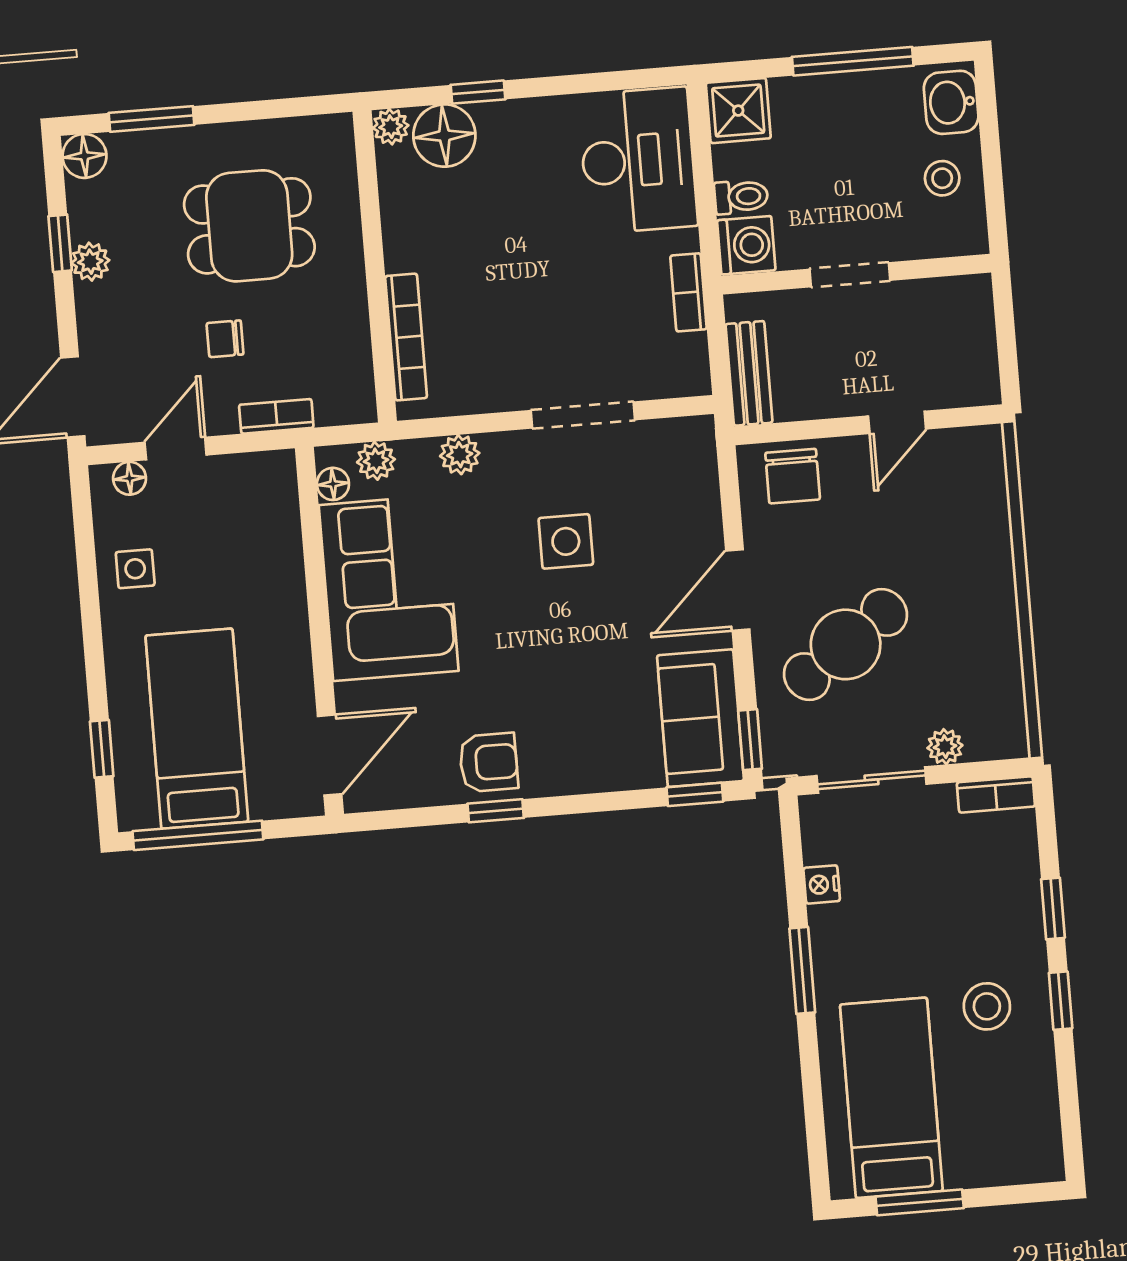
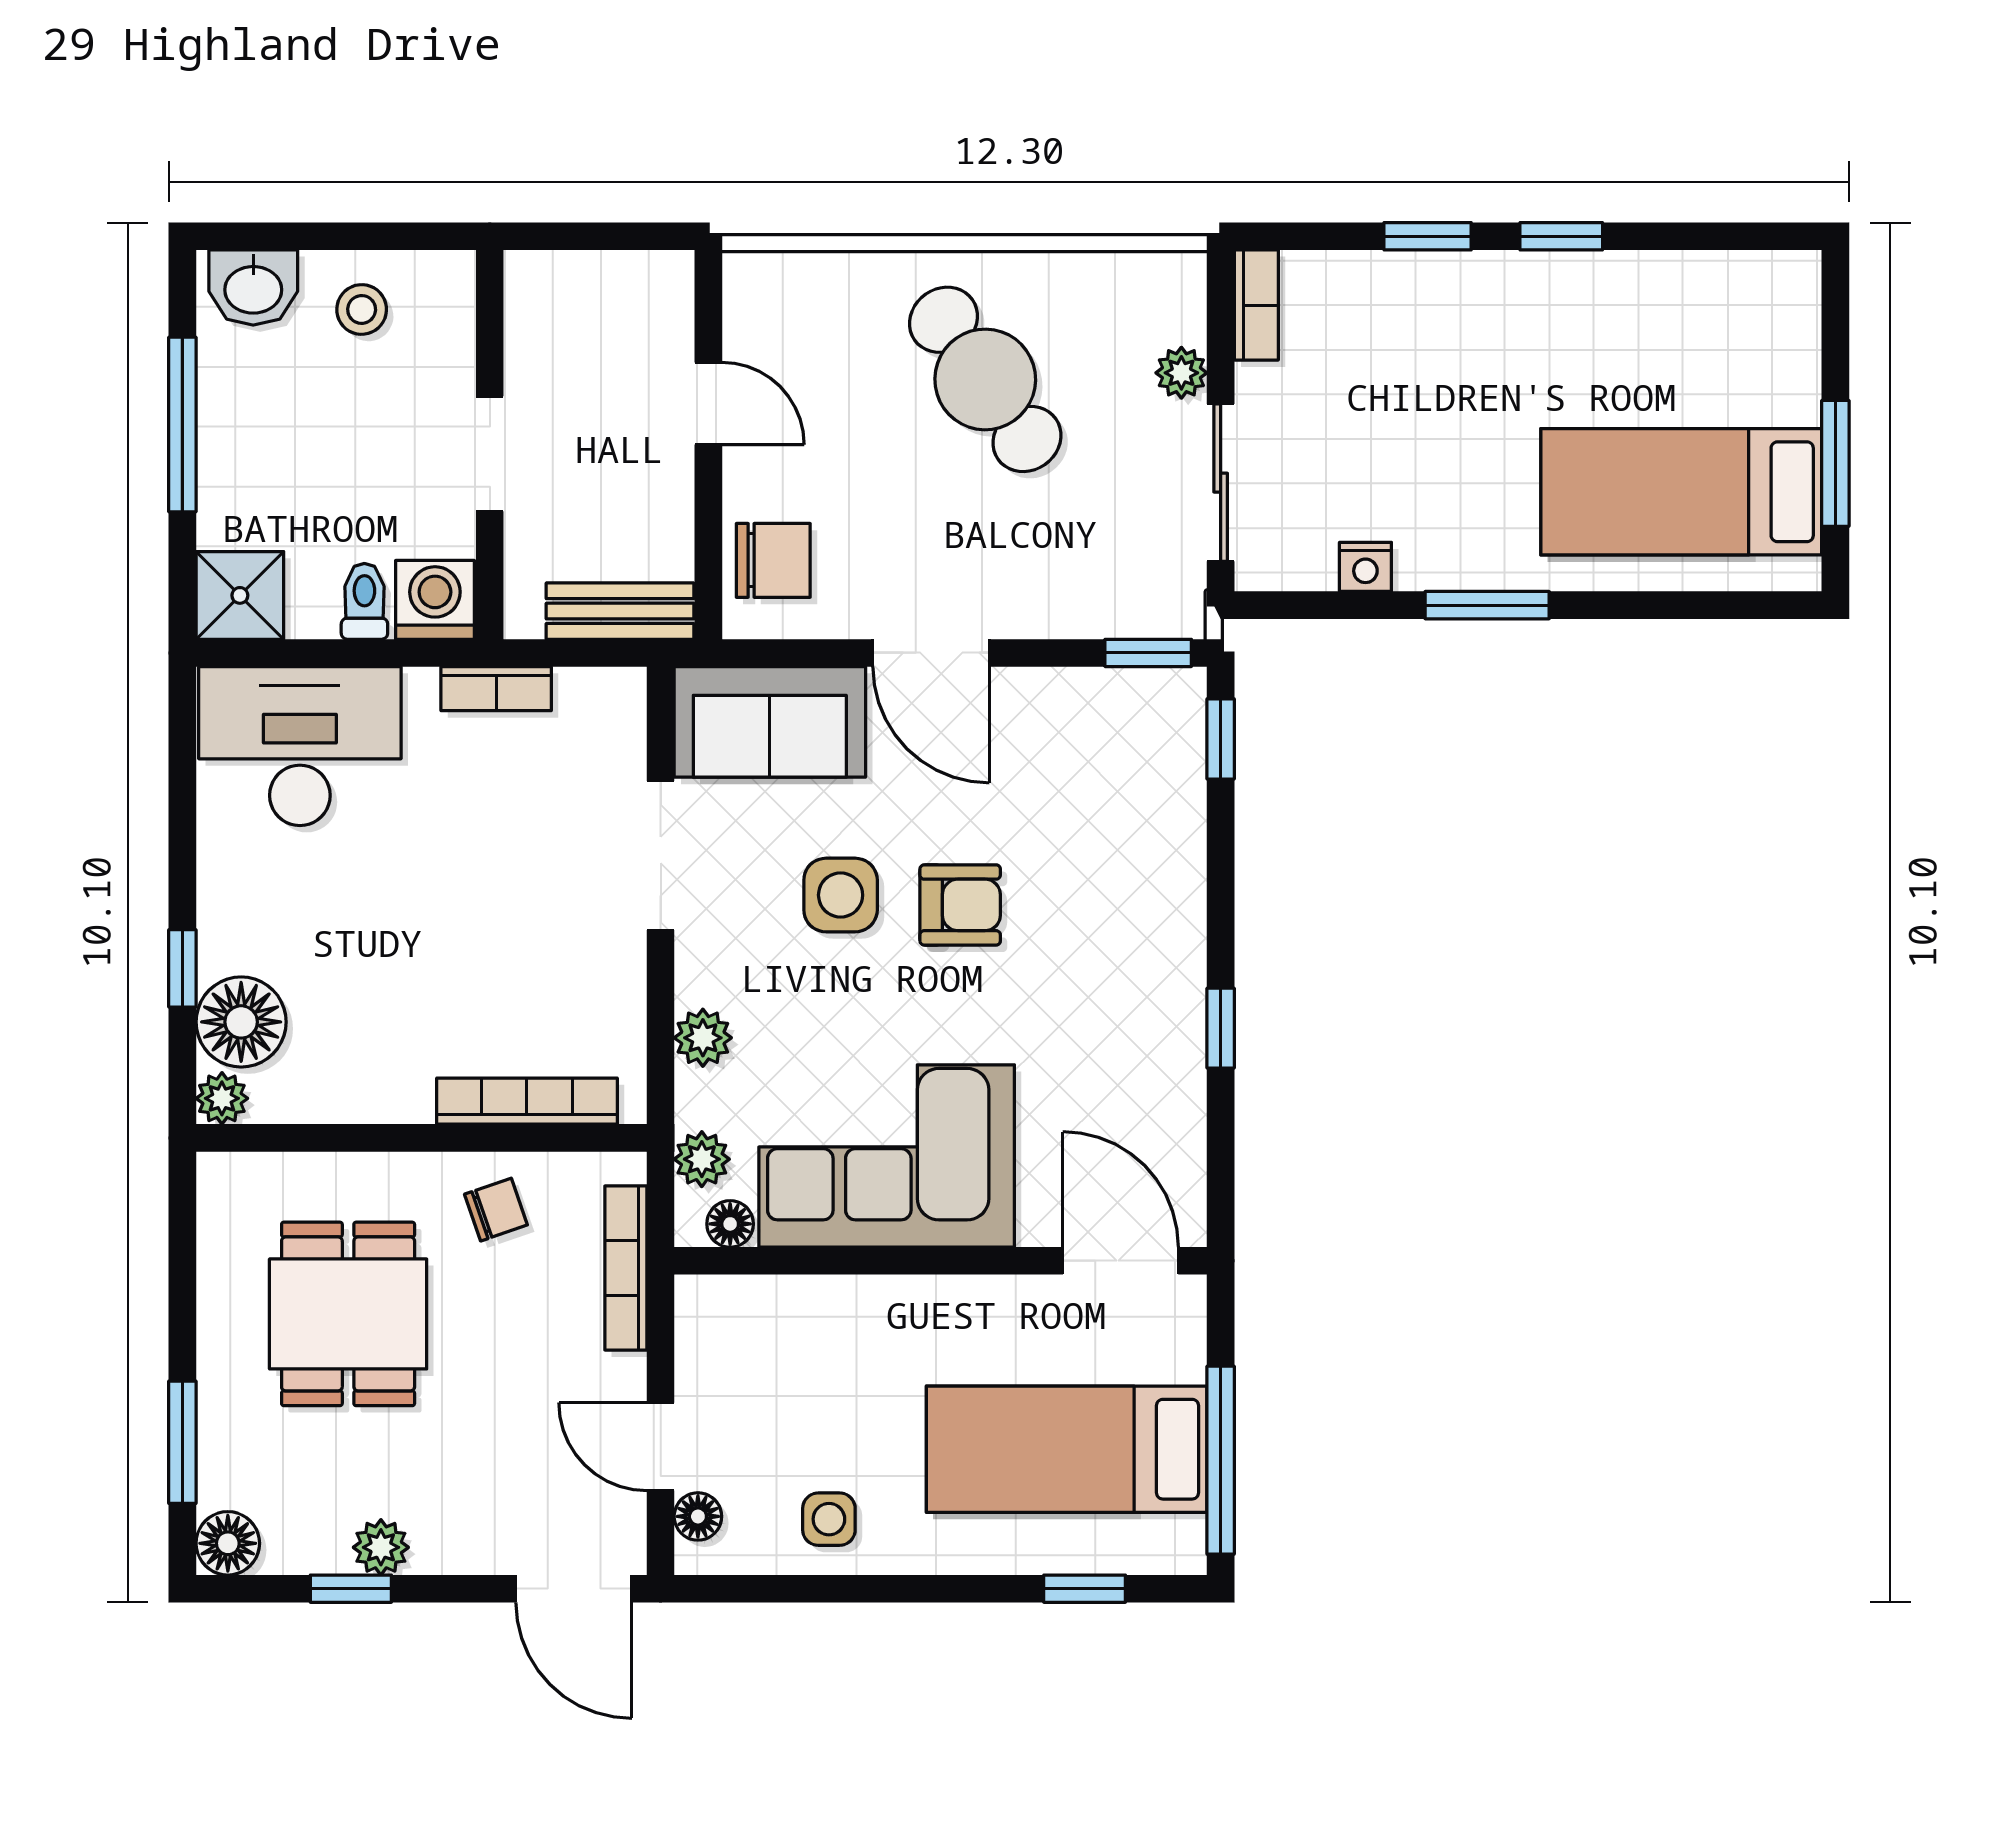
chair: (225, 339) -> (496, 1210), moved, turned -109
bookcase: (276, 416) -> (626, 1268), width x1.56
cafe table: (846, 644) -> (985, 379), moved
sofa: (700, 718) -> (770, 722), moved
armchair: (489, 762) -> (960, 905), moved, turned 90
stool: (987, 1006) -> (1561, 343), removed

